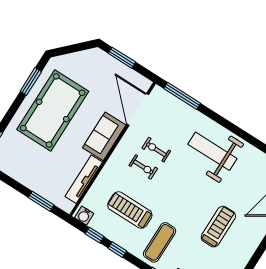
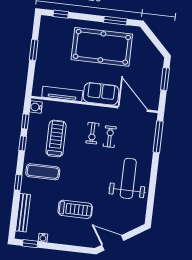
door: (138, 109) -> (133, 109), hinge flipped
window: (41, 201) -> (34, 50), moved

